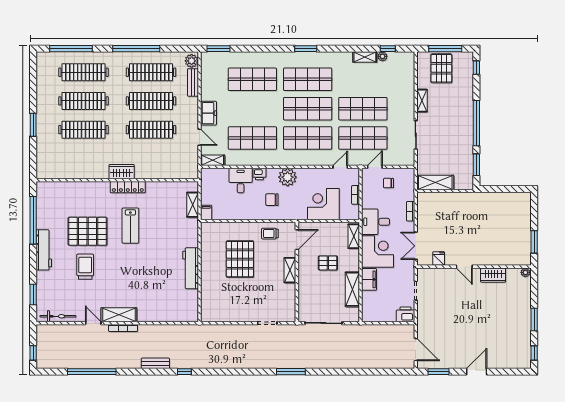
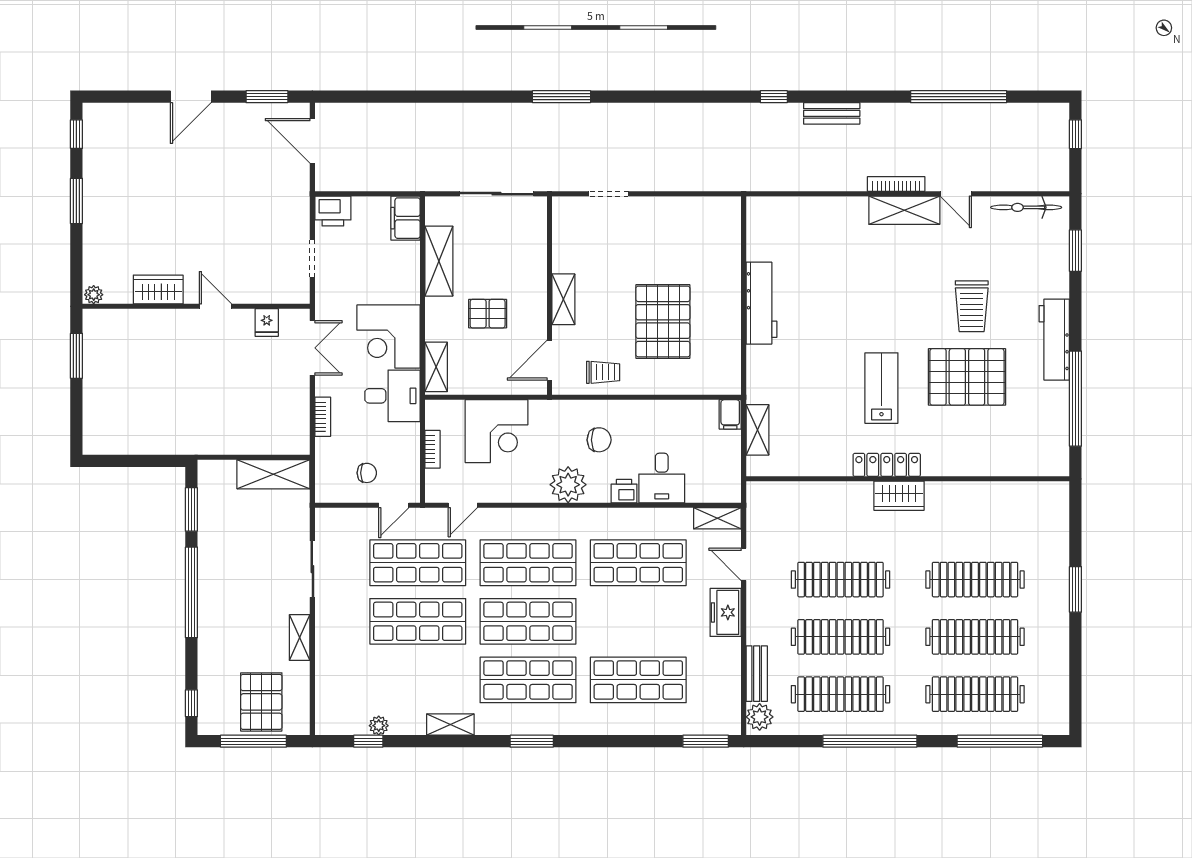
shelving: (365, 57) -> (450, 725), moved
filing cabinet: (369, 279) -> (406, 218), moved

